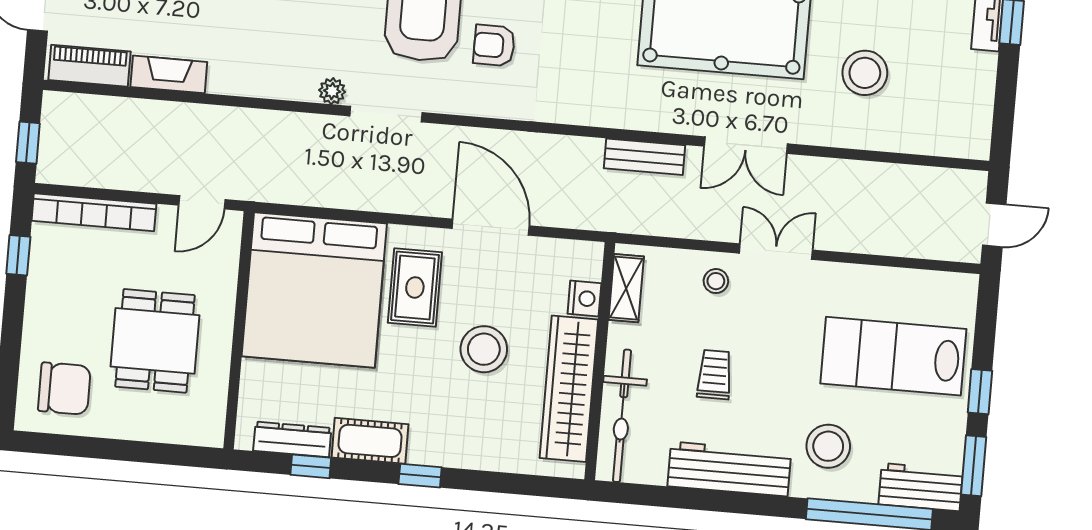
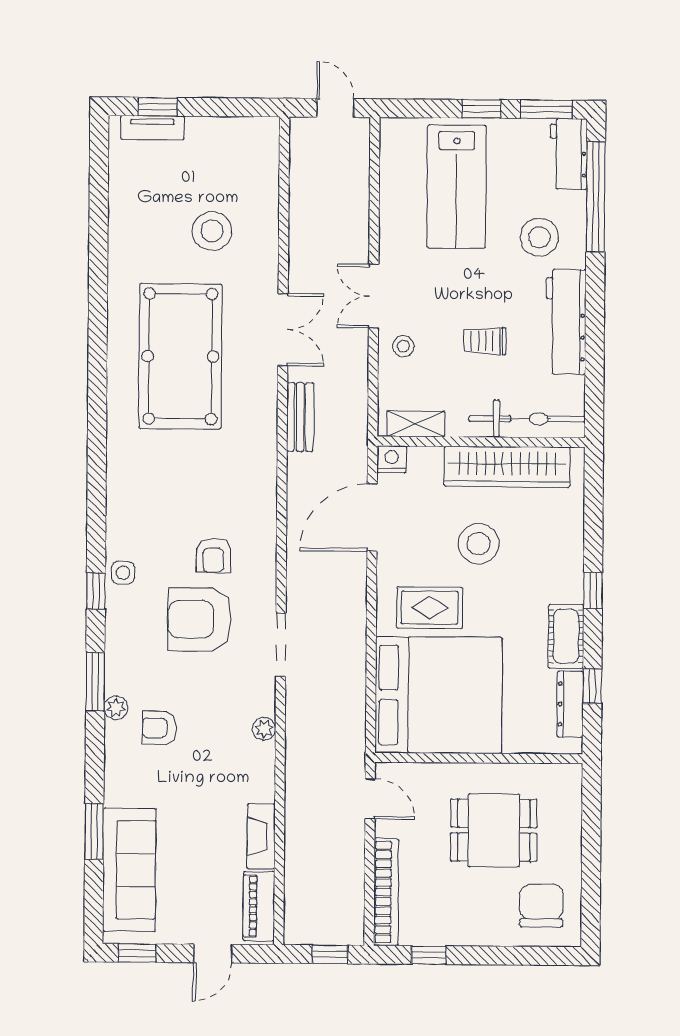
plant: (332, 91) -> (264, 729), moved
door: (491, 227) -> (372, 518), moved
nightstand: (584, 298) -> (392, 459), moved

